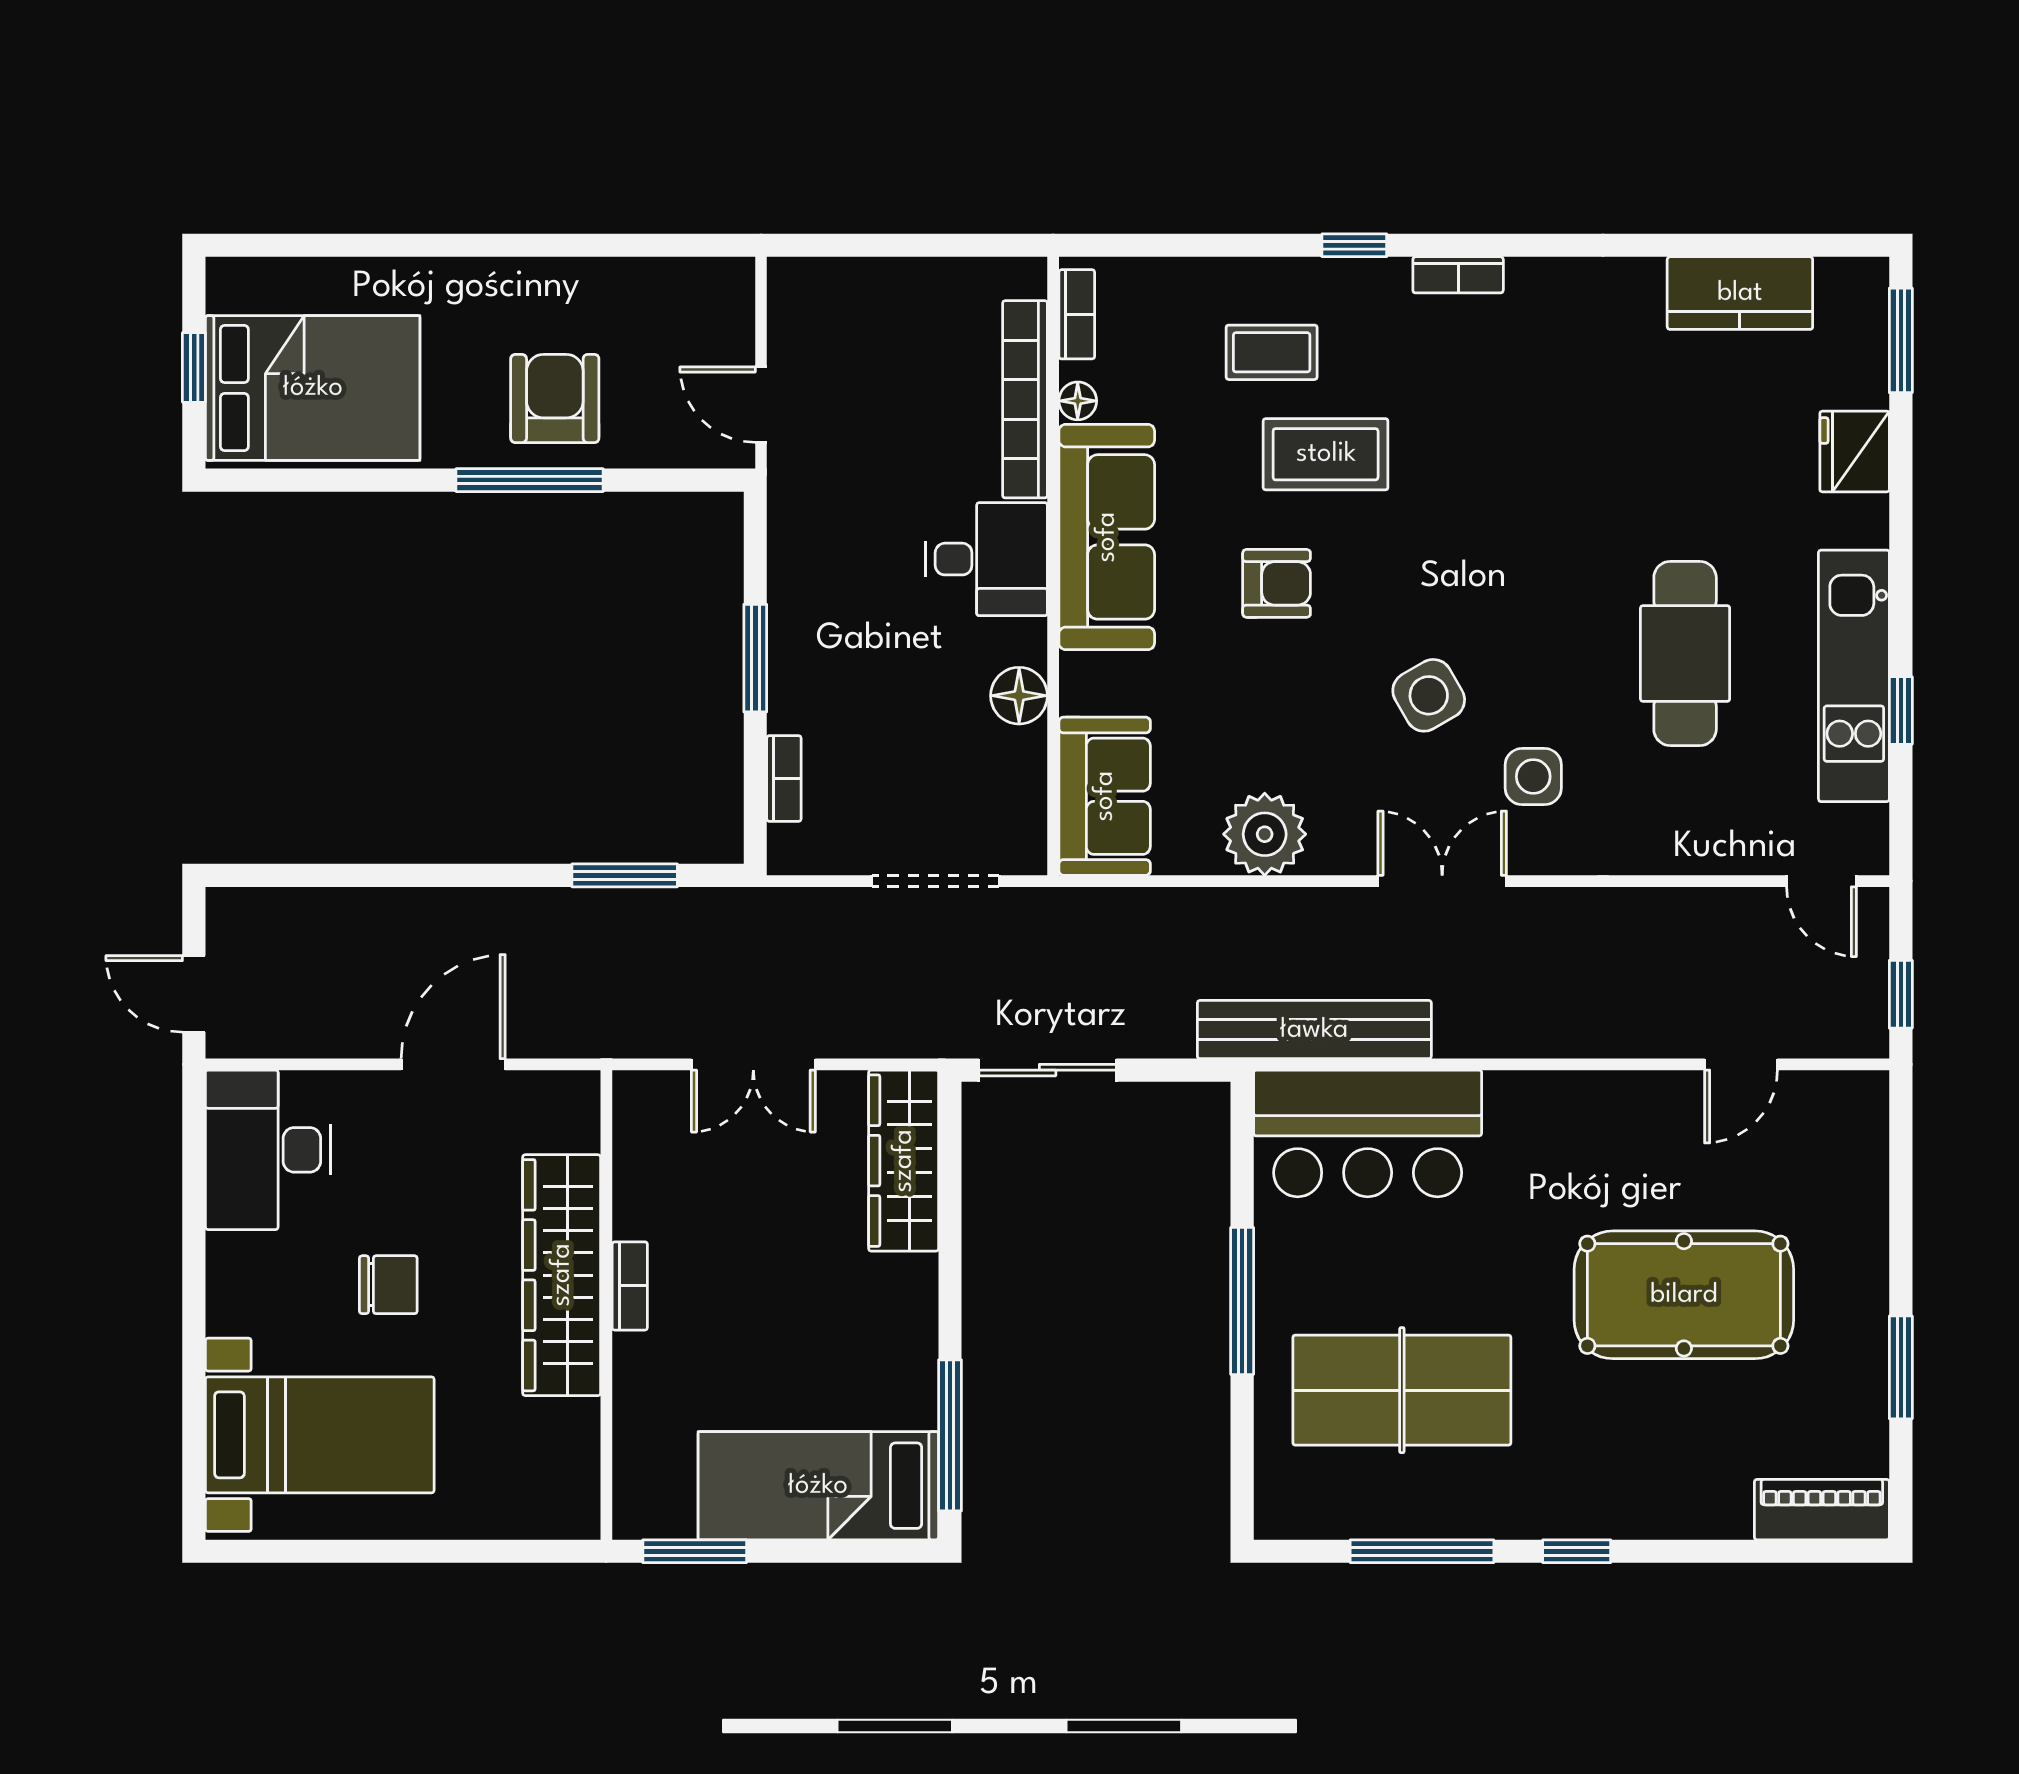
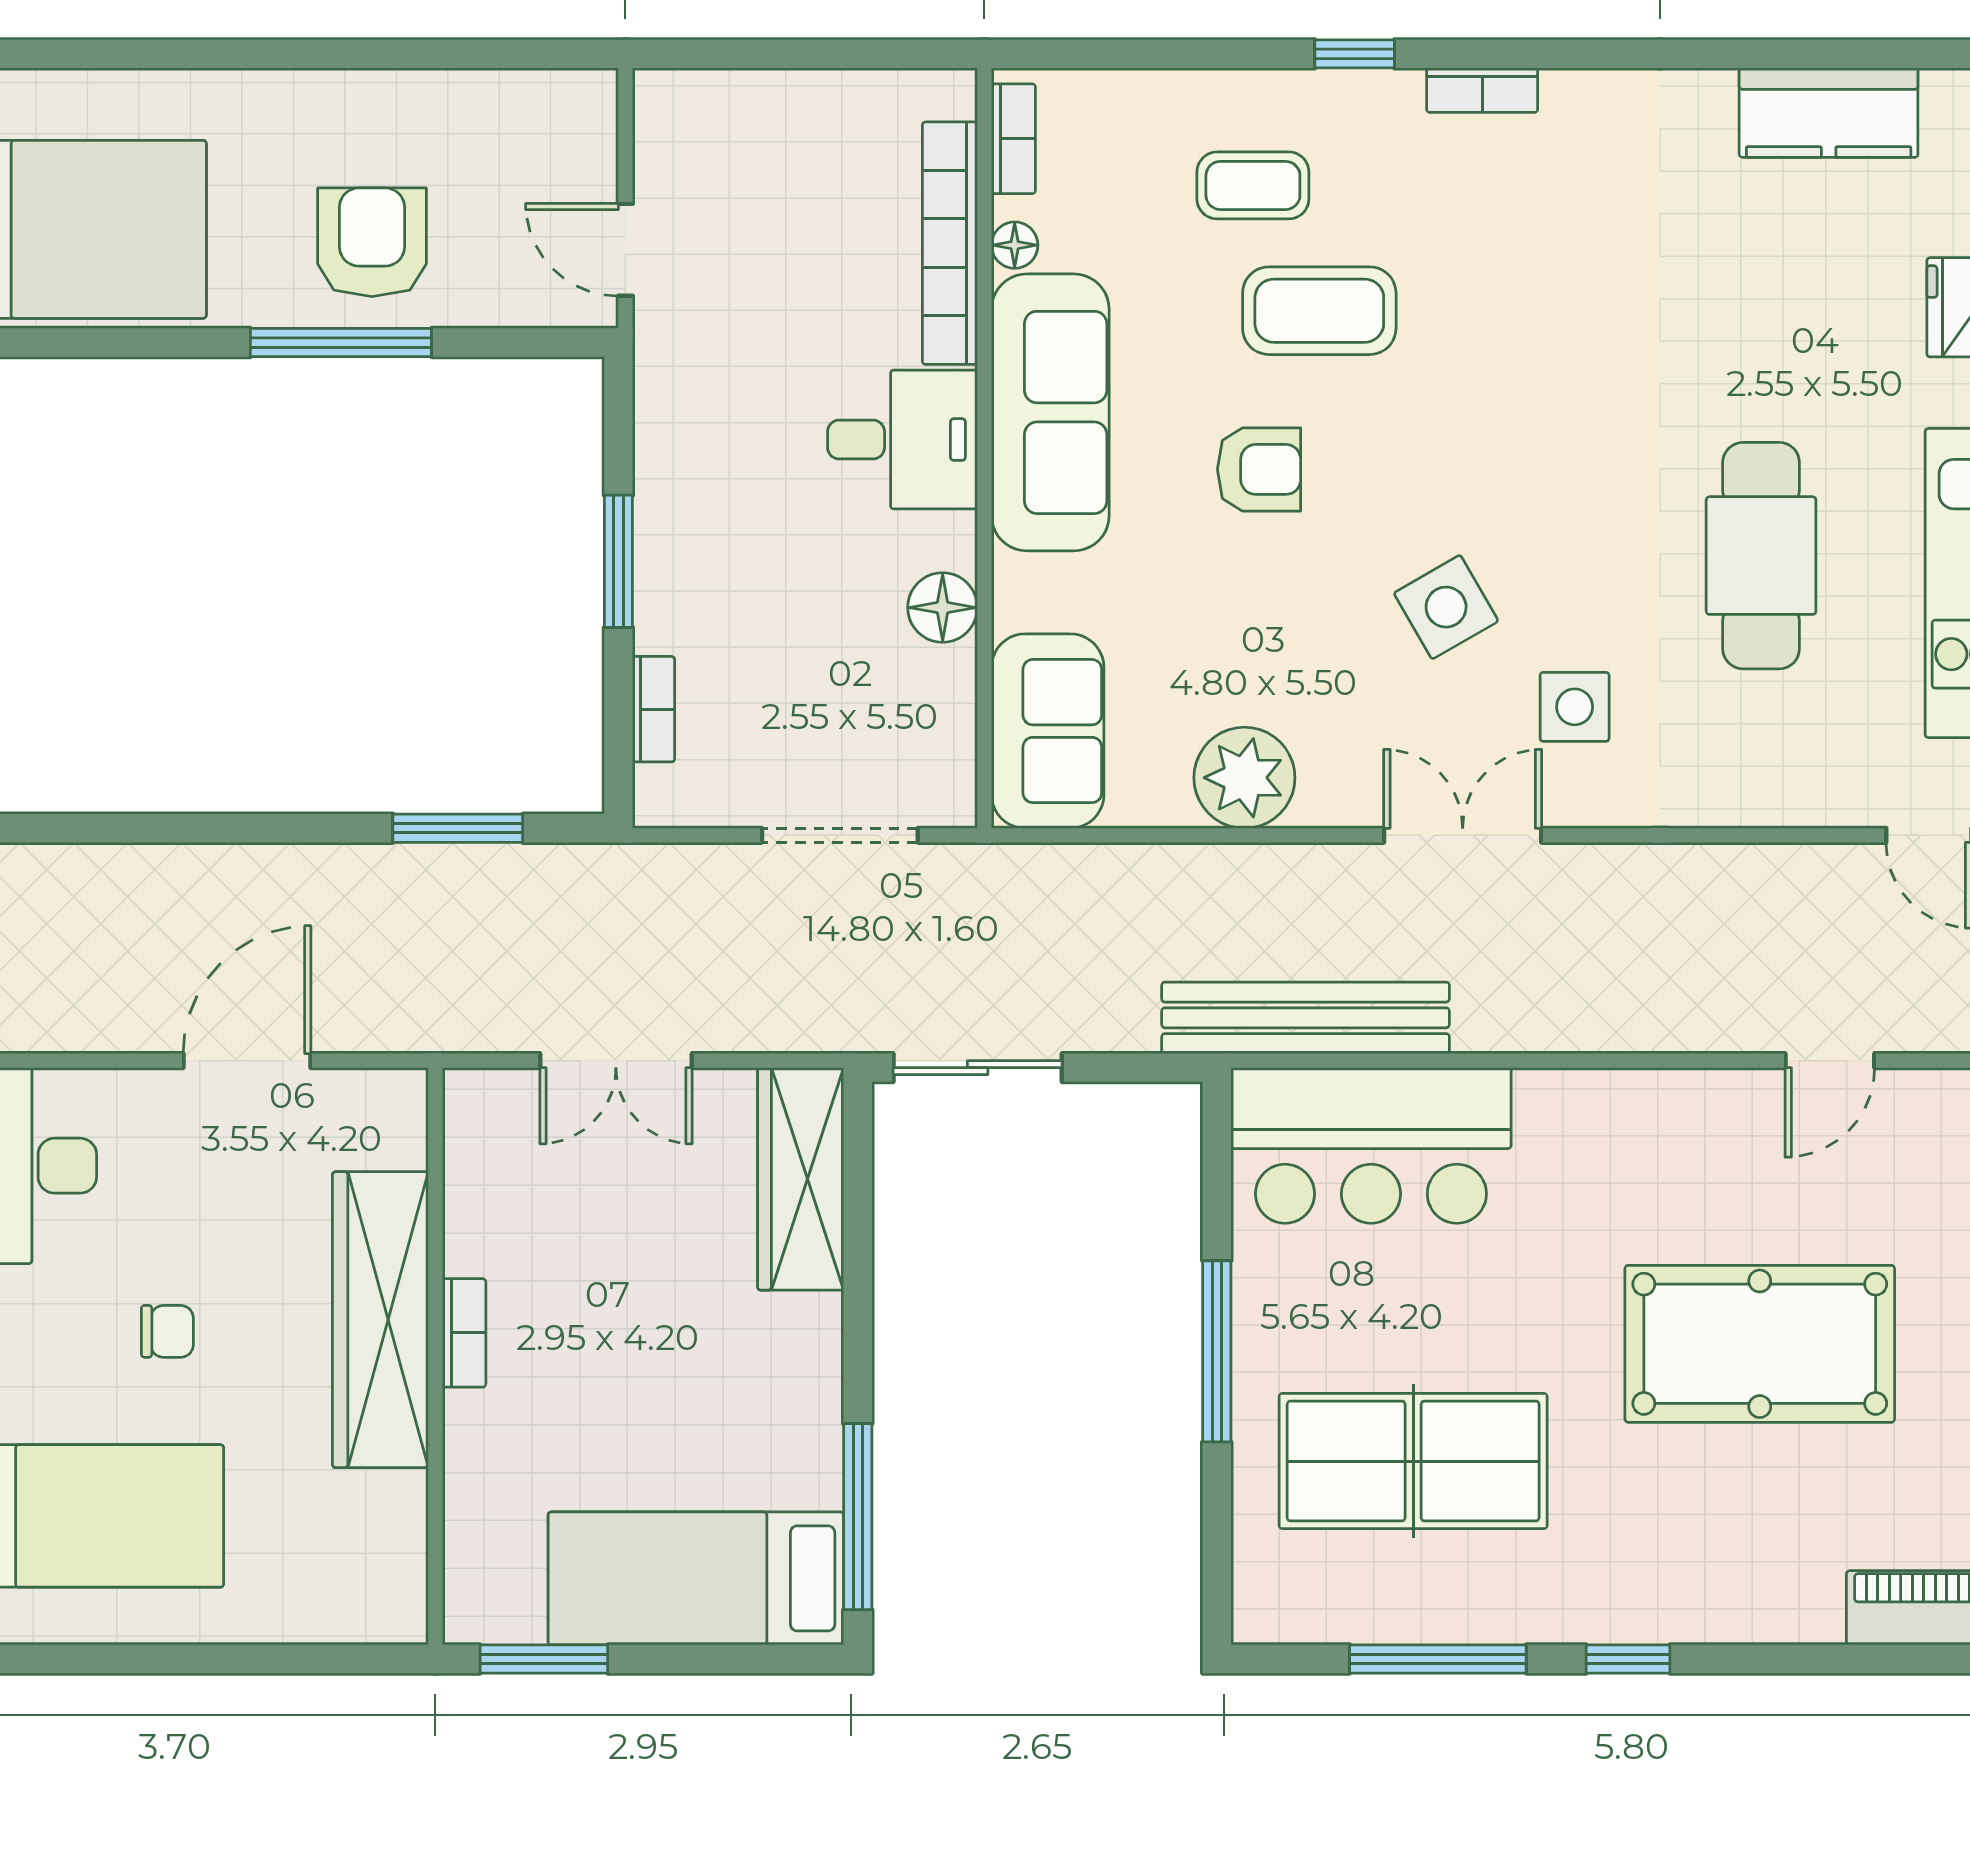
chair: (388, 1285) -> (167, 1331), width x0.73, depth x0.73

